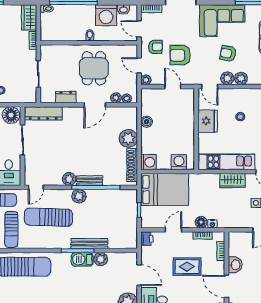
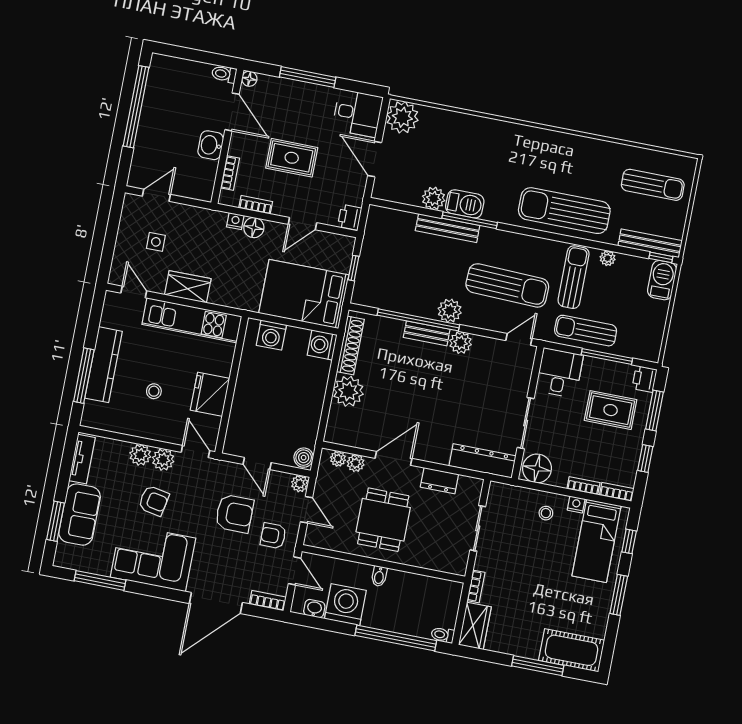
boiler: (147, 122) -> (304, 458), moved

